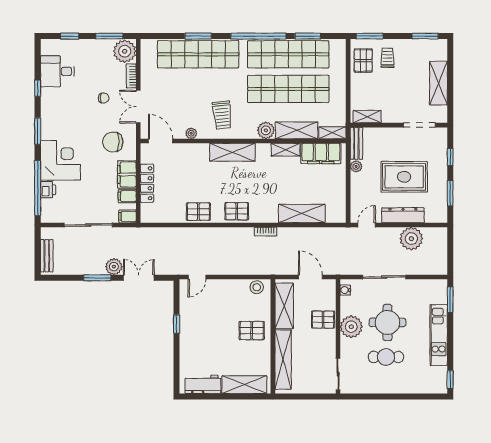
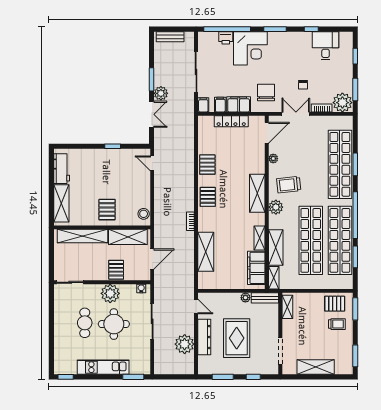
plant: (266, 130) -> (276, 207), moved

